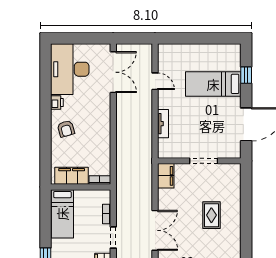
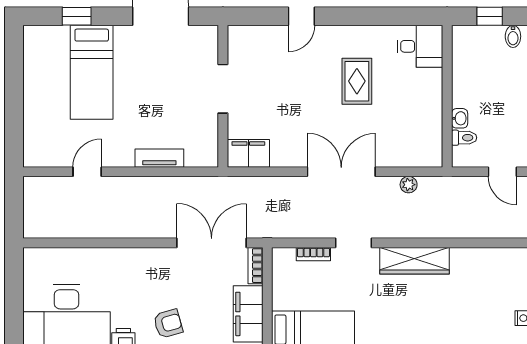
double door: (113, 72) -> (212, 243), moved
door: (246, 207) -> (301, 16), added
rug: (211, 215) -> (357, 81), moved, turned 90

